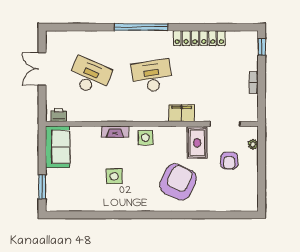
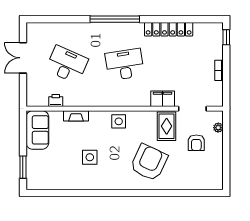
filing cabinet: (182, 113) -> (163, 99), moved
printer: (59, 115) -> (56, 100), moved
fireplace: (115, 132) -> (76, 116), moved

